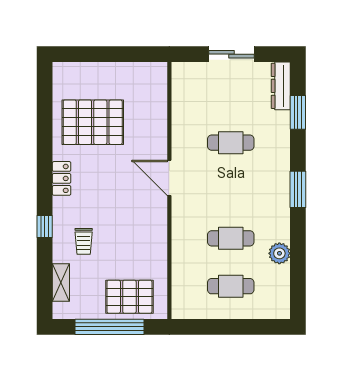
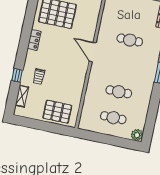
window: (45, 226) -> (17, 75), moved
plant: (279, 253) -> (137, 135), moved
window: (110, 327) -> (43, 126), removed

